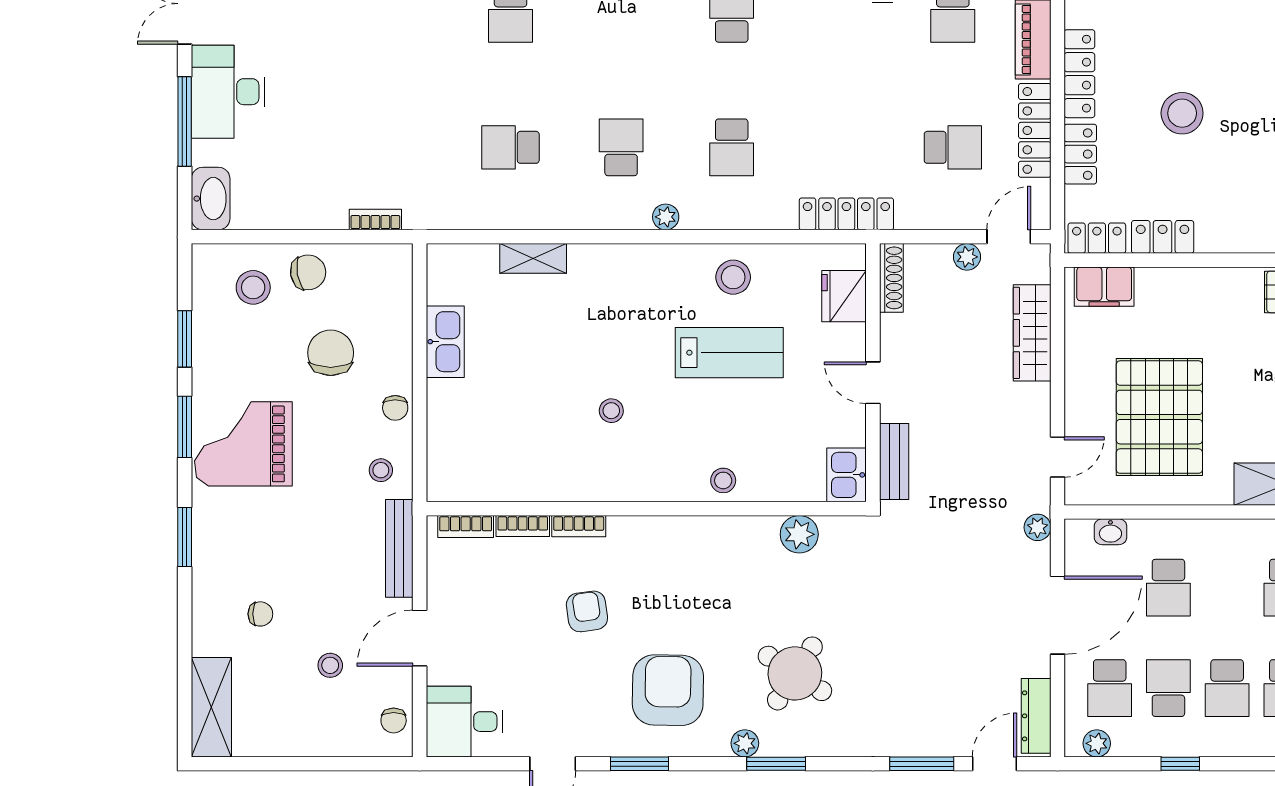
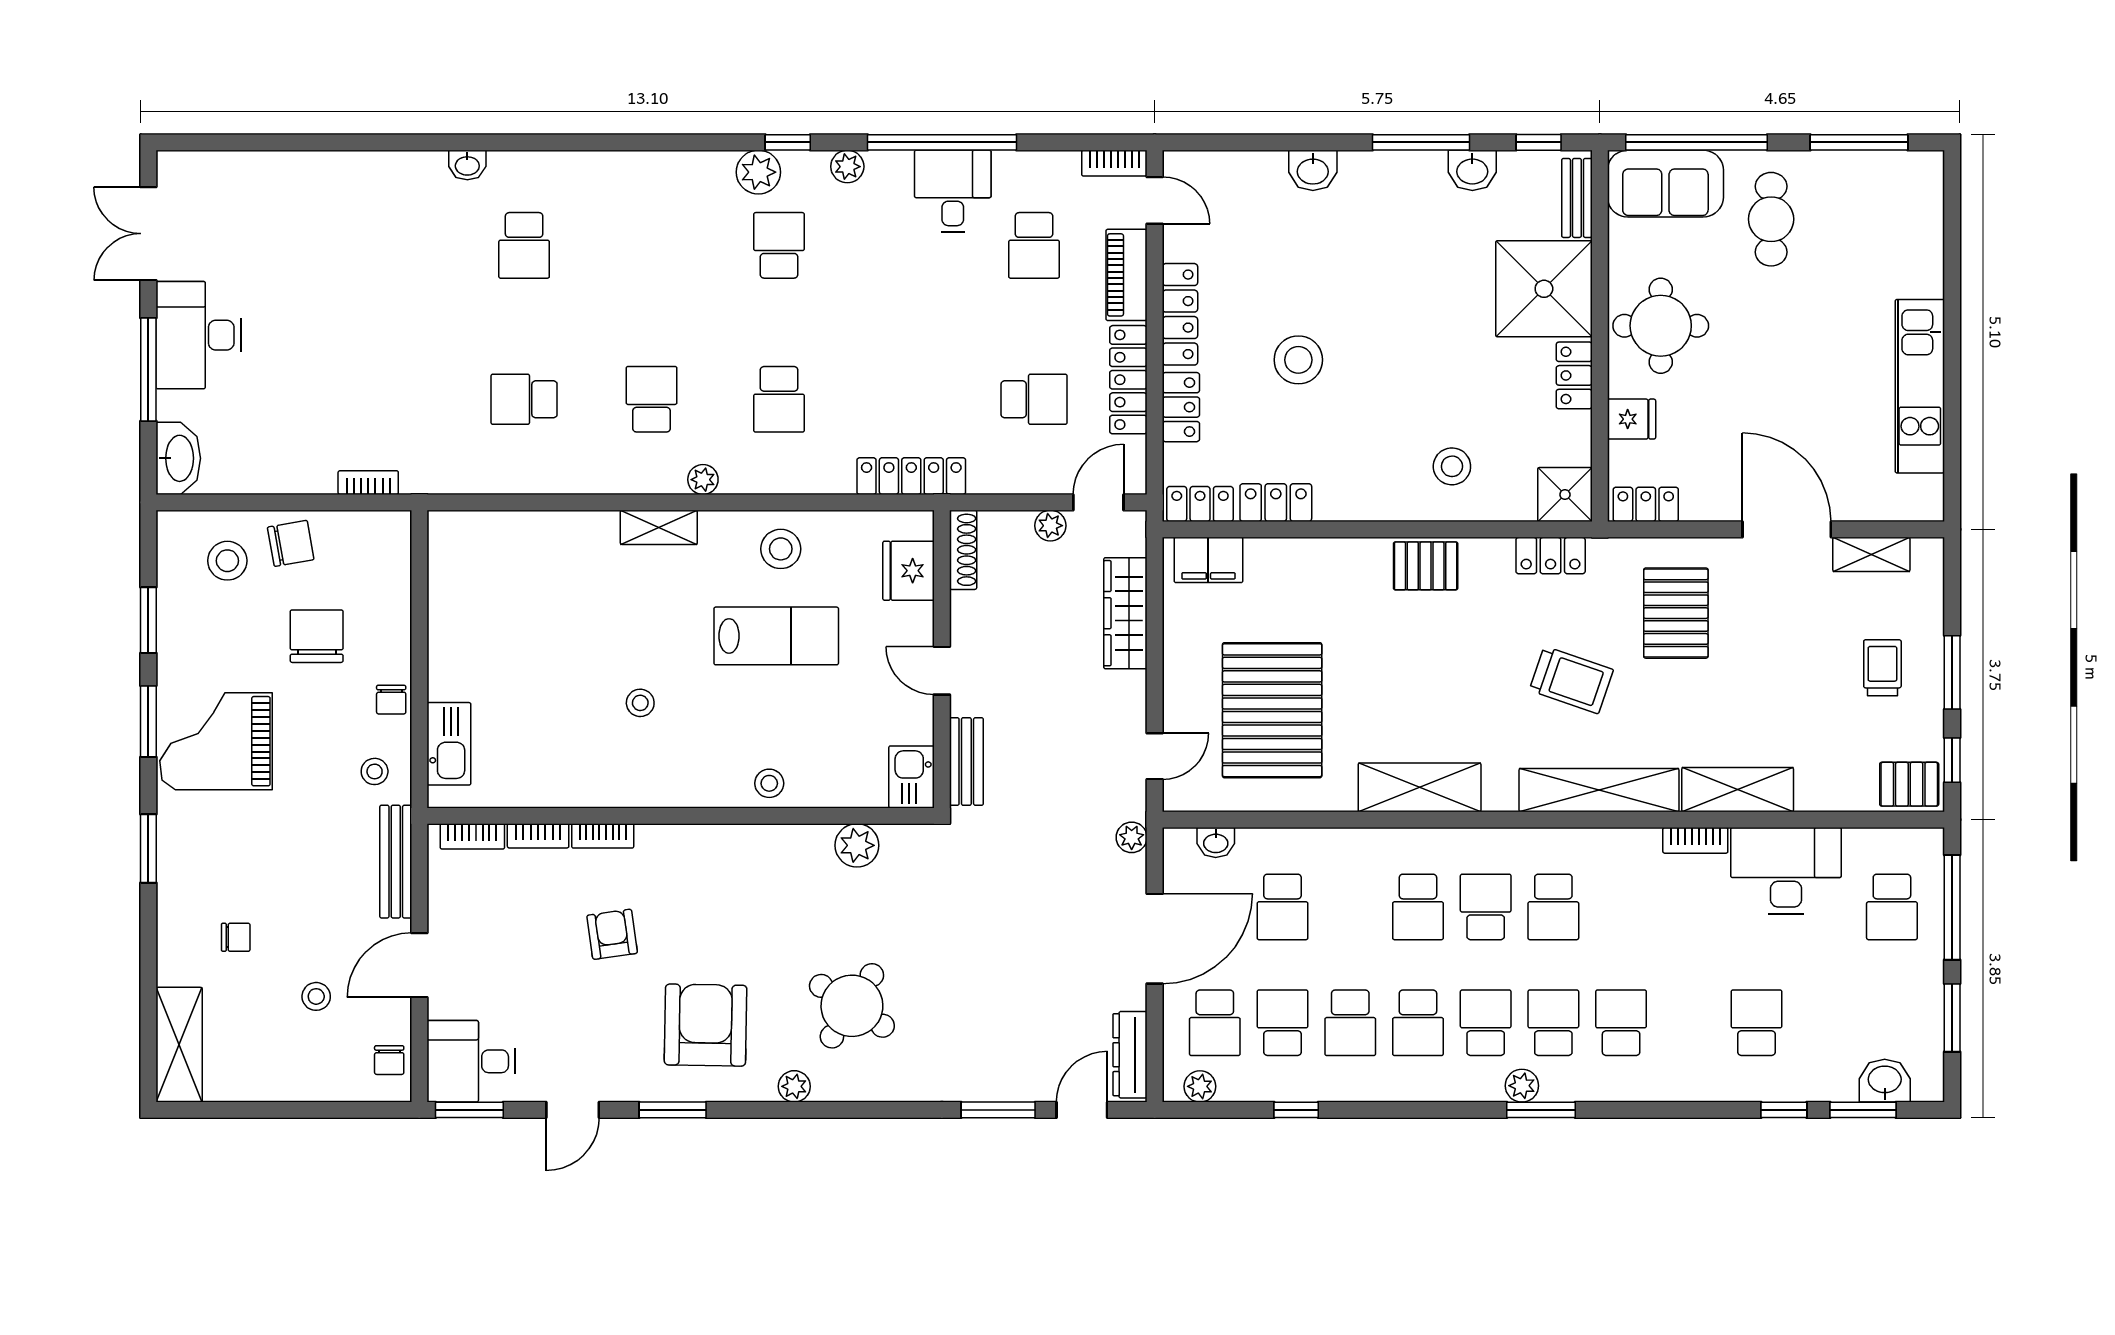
shelving: (533, 258) -> (659, 527), moved
kitchen sink: (445, 342) -> (449, 744), moved
window: (776, 764) -> (469, 1110), moved

